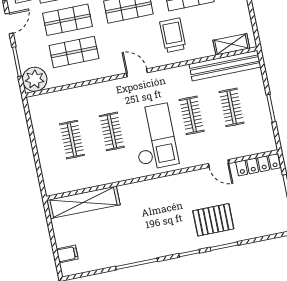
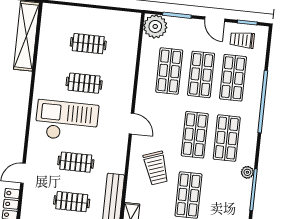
trolley: (173, 35) -> (156, 168), turned 71
door: (137, 73) -> (131, 124), hinge flipped
checkout: (154, 137) -> (67, 121), turned 180

